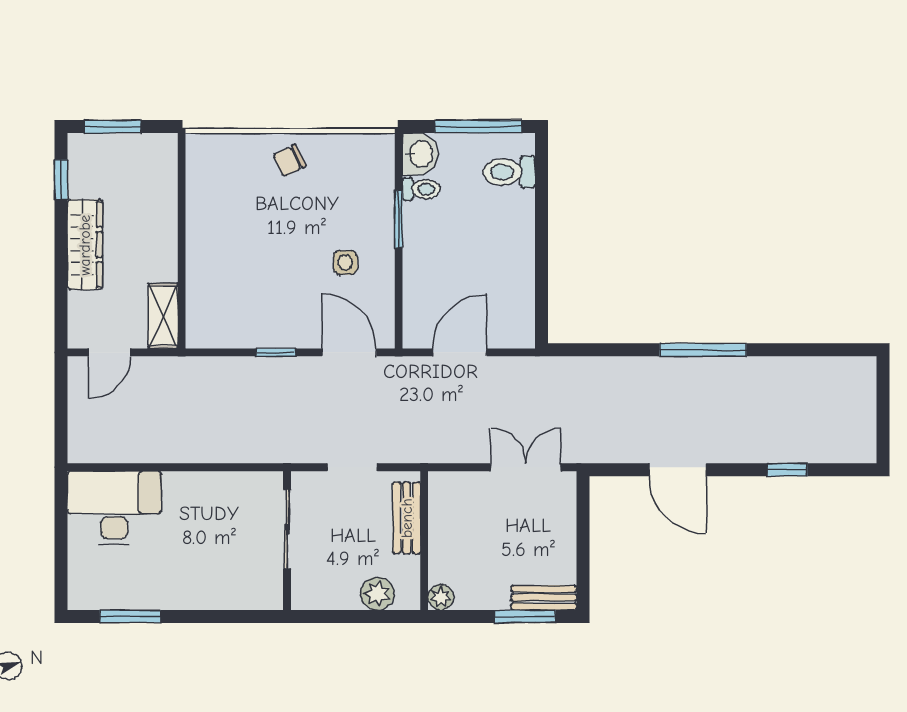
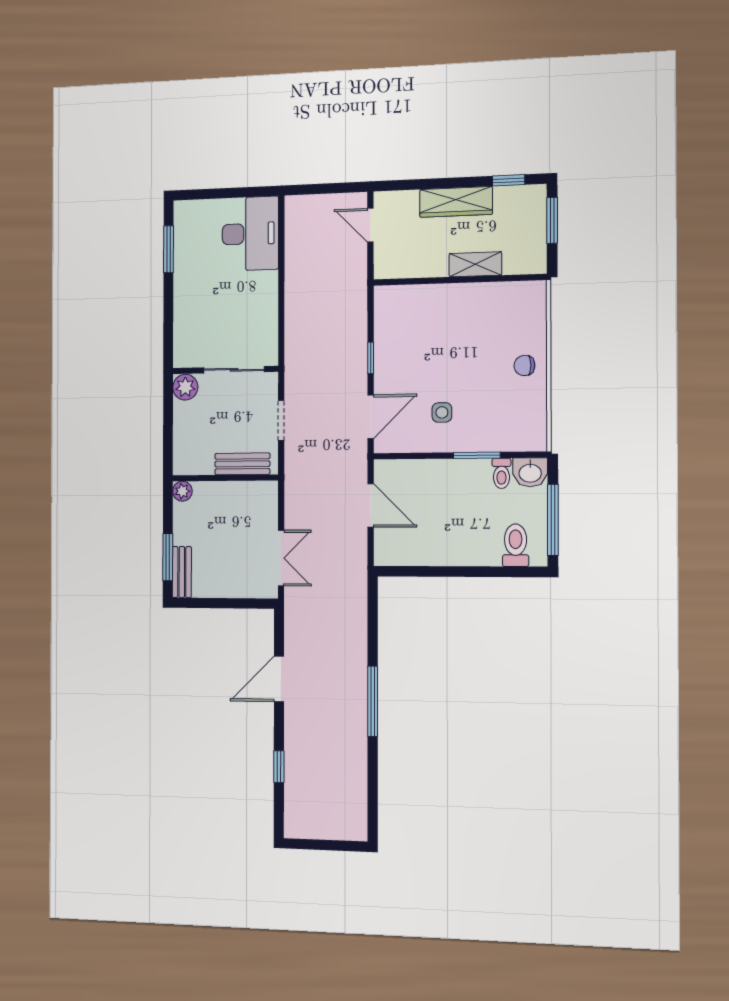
chair: (289, 161) -> (524, 365), turned -64
shelving: (163, 316) -> (475, 264), moved
plant: (377, 594) -> (185, 387), moved

